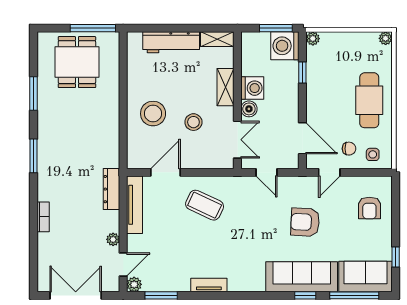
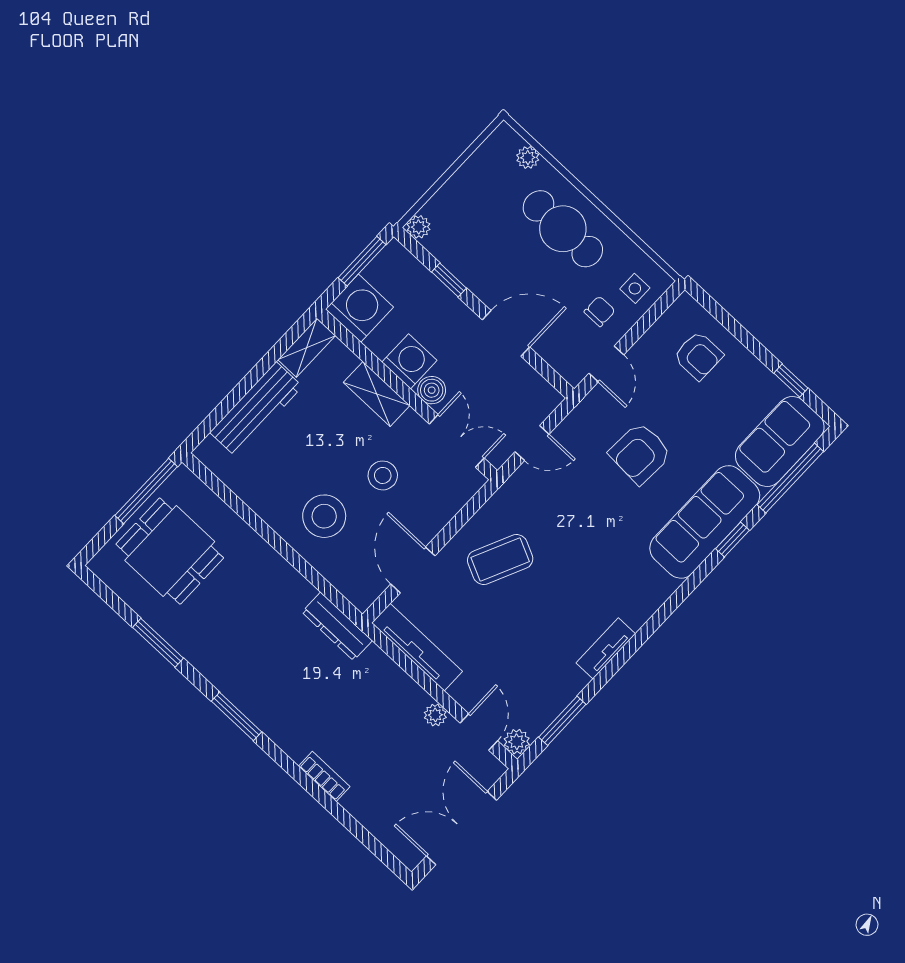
plant: (386, 38) -> (528, 158), moved
washing machine: (285, 46) -> (359, 308), moved, turned 180
door: (302, 138) -> (506, 333), moved
dresser: (112, 189) -> (337, 626), moved

